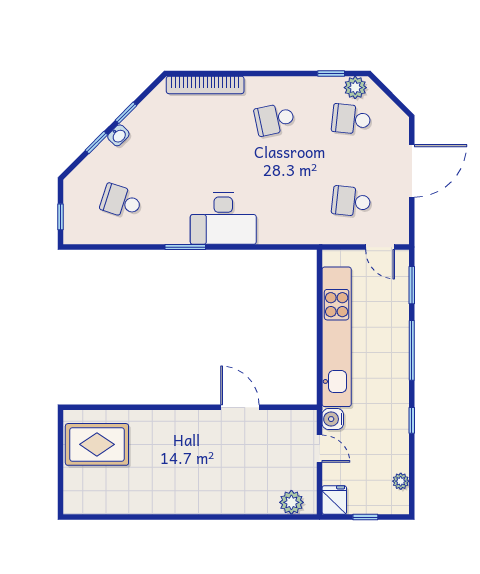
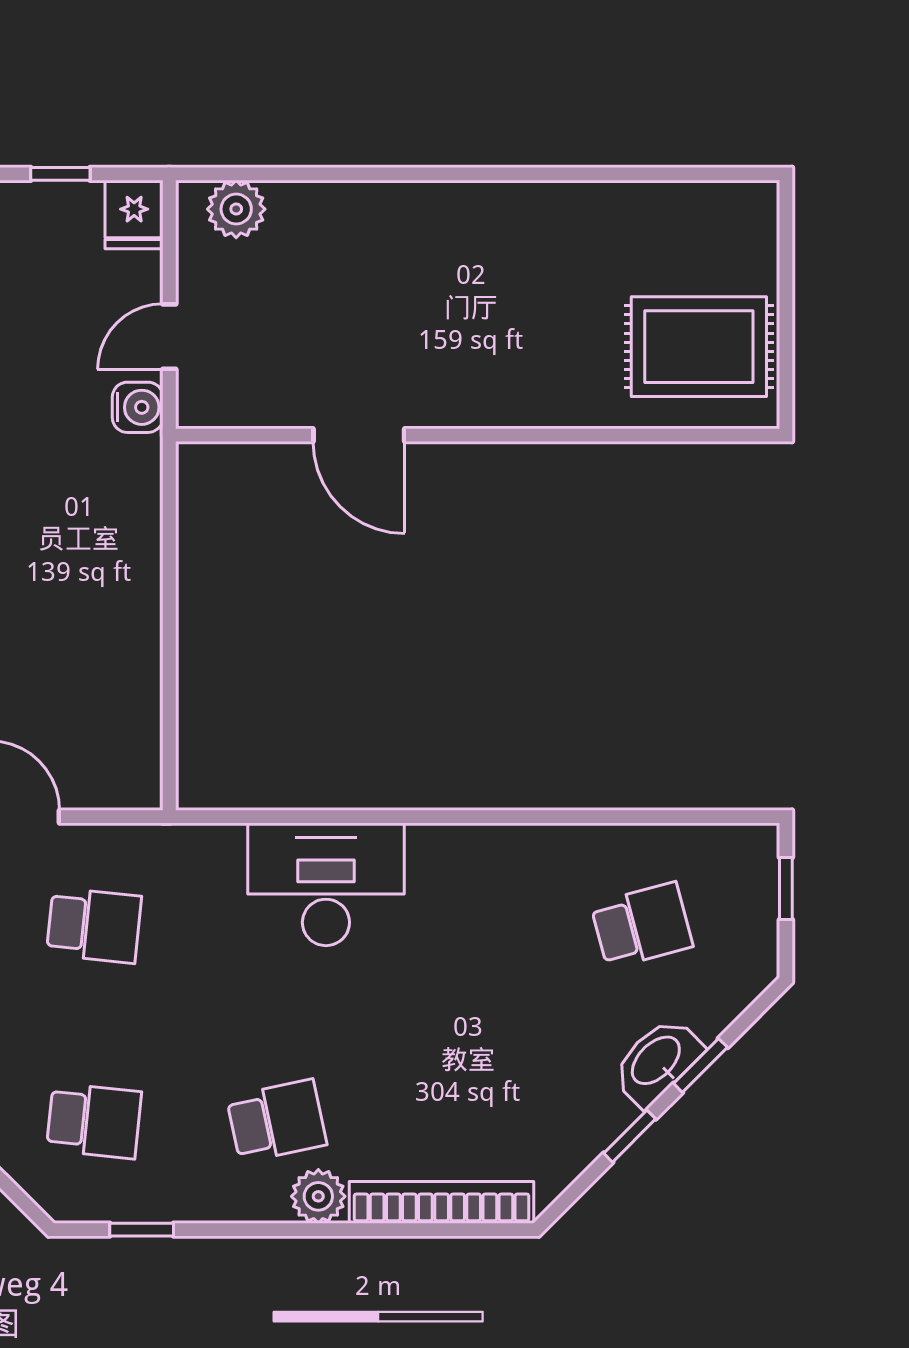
plant: (355, 88) -> (318, 1196), moved
washbasin: (118, 135) -> (657, 1062), width x1.91, depth x1.45
school desk: (121, 201) -> (642, 925), turned -33
desk: (223, 219) -> (326, 884), moved
window: (185, 247) -> (489, 817), removed
kitchen unit: (337, 337) -> (129, 603), removed
door: (320, 449) -> (169, 337), hinge flipped

